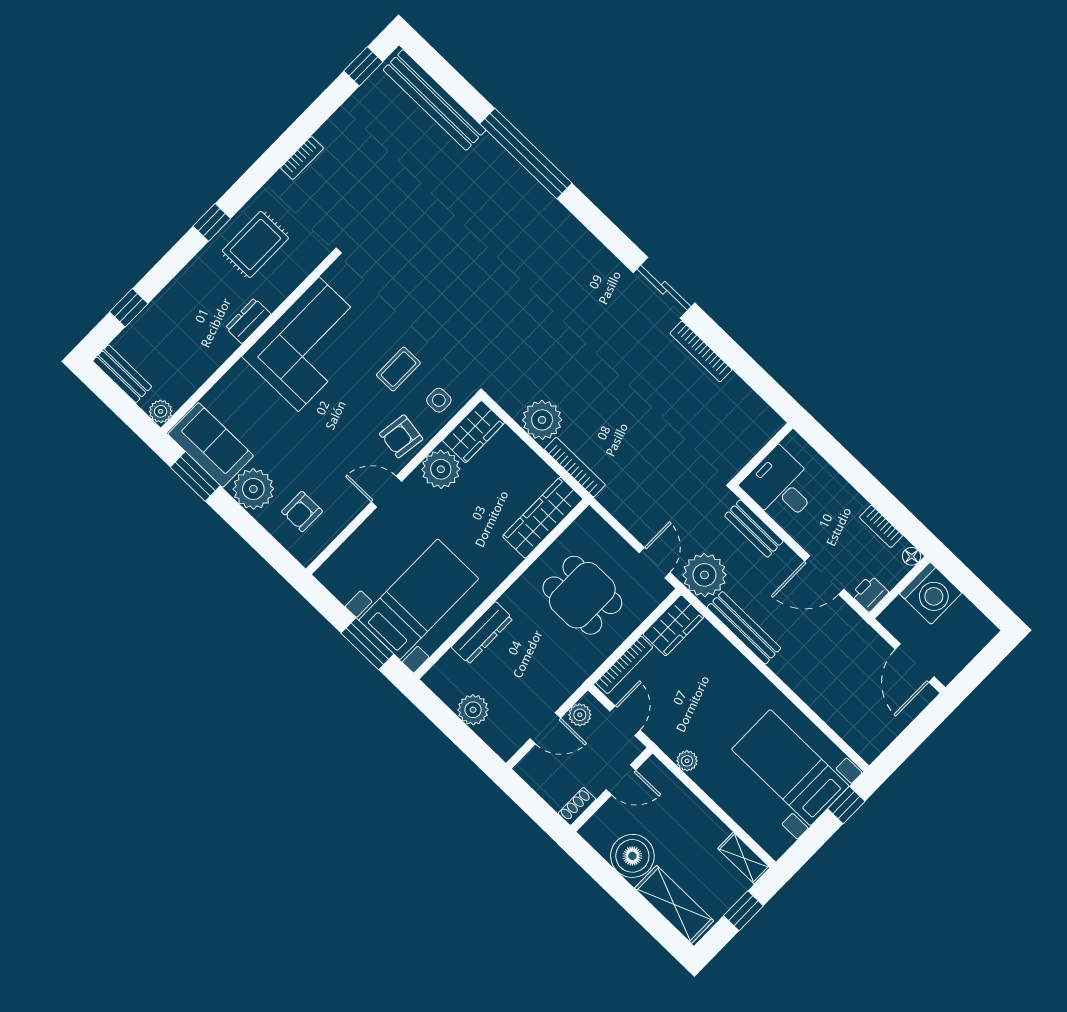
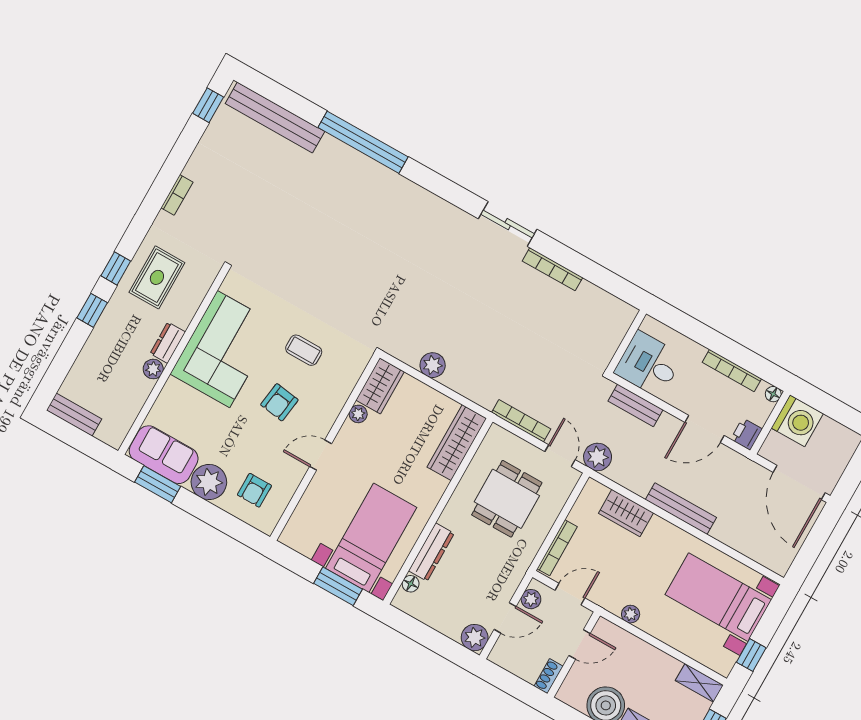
window: (129, 308) -> (92, 310), moved
coffee table: (398, 369) -> (304, 350), turned 90
side table: (439, 400) -> (344, 367), removed
plant: (161, 411) -> (153, 369), moved
plant: (542, 420) -> (433, 365), width x0.73, depth x0.73
armchair: (401, 436) -> (279, 402), moved
bookcase: (575, 467) -> (521, 421), moved
plant: (441, 469) -> (358, 414), width x0.53, depth x0.53
bookcase: (881, 526) -> (732, 370), width x1.56
plant: (705, 575) -> (598, 457), width x0.73, depth x0.73
dining table: (582, 595) -> (507, 499), turned 90
wardrobe: (673, 625) -> (626, 513), moved, turned 90
bench: (744, 628) -> (681, 509), moved
floor lamp: (449, 662) -> (411, 584), added
door: (915, 663) -> (799, 482), width x1.36
plant: (473, 710) -> (475, 638), moved
door: (625, 721) -> (570, 594), hinge flipped
window: (846, 805) -> (751, 655), moved

